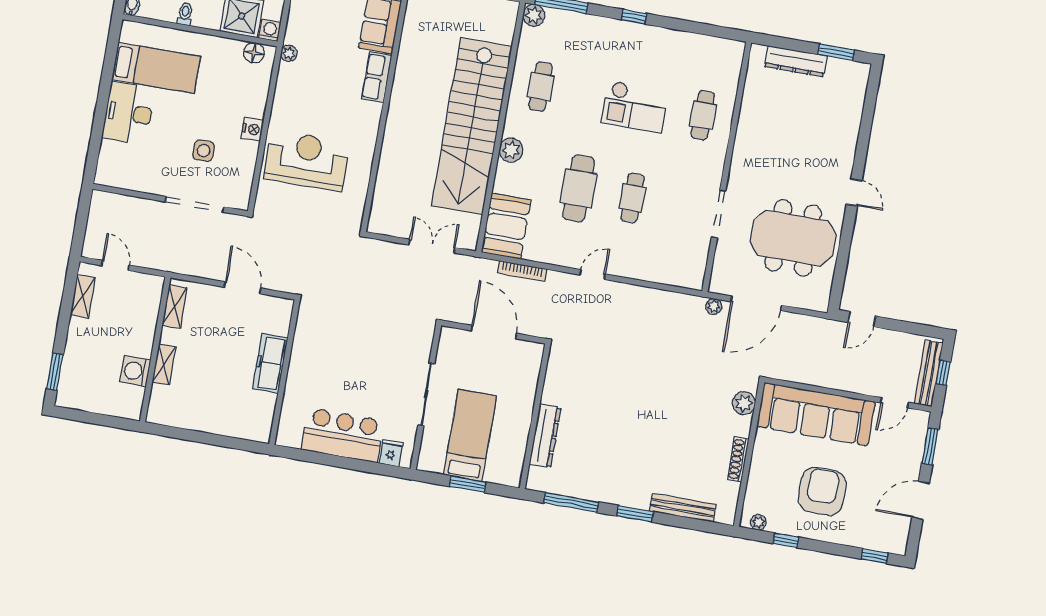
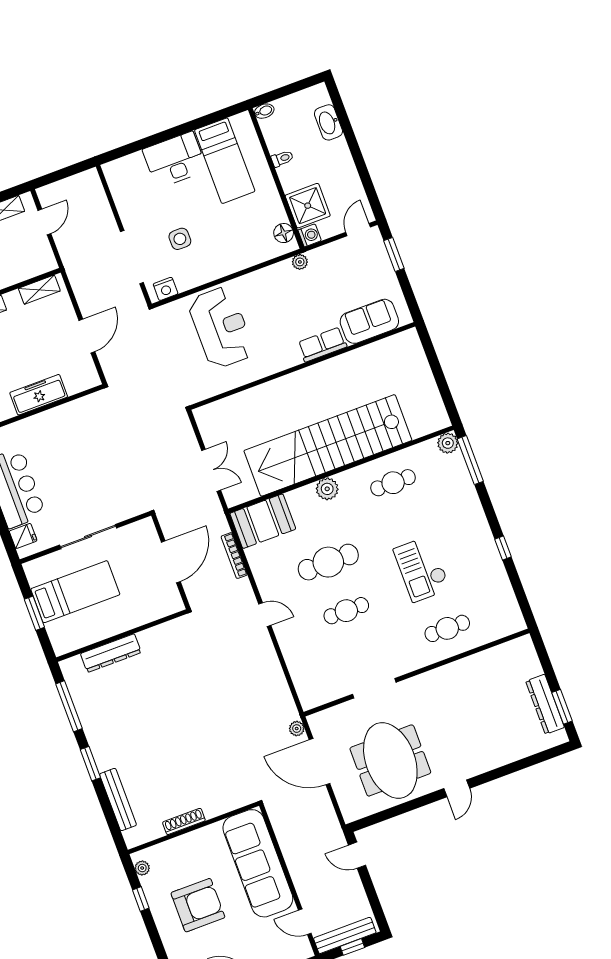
window: (634, 17) -> (503, 548), moved
dresser: (796, 61) -> (545, 704), moved
nightstand: (252, 129) -> (166, 289), moved
plant: (744, 403) -> (232, 799), removed

